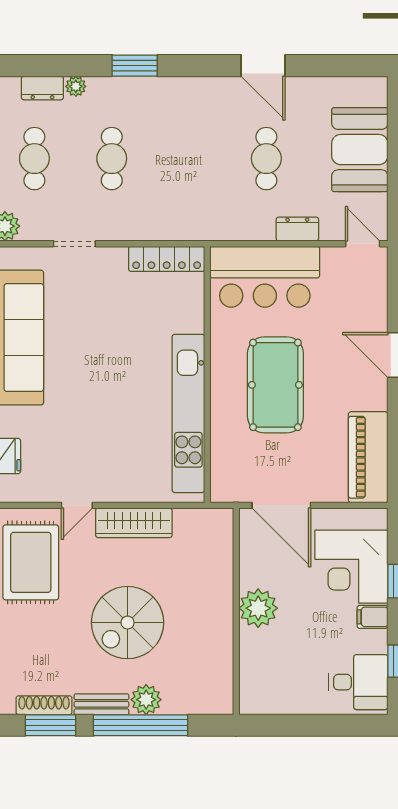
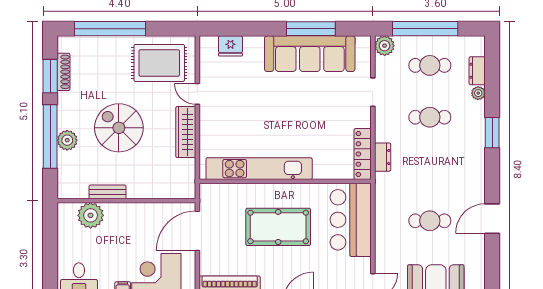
dresser: (297, 229) -> (383, 157), moved
plant: (258, 608) -> (91, 215), moved
bench: (101, 704) -> (107, 192), moved, turned 90

